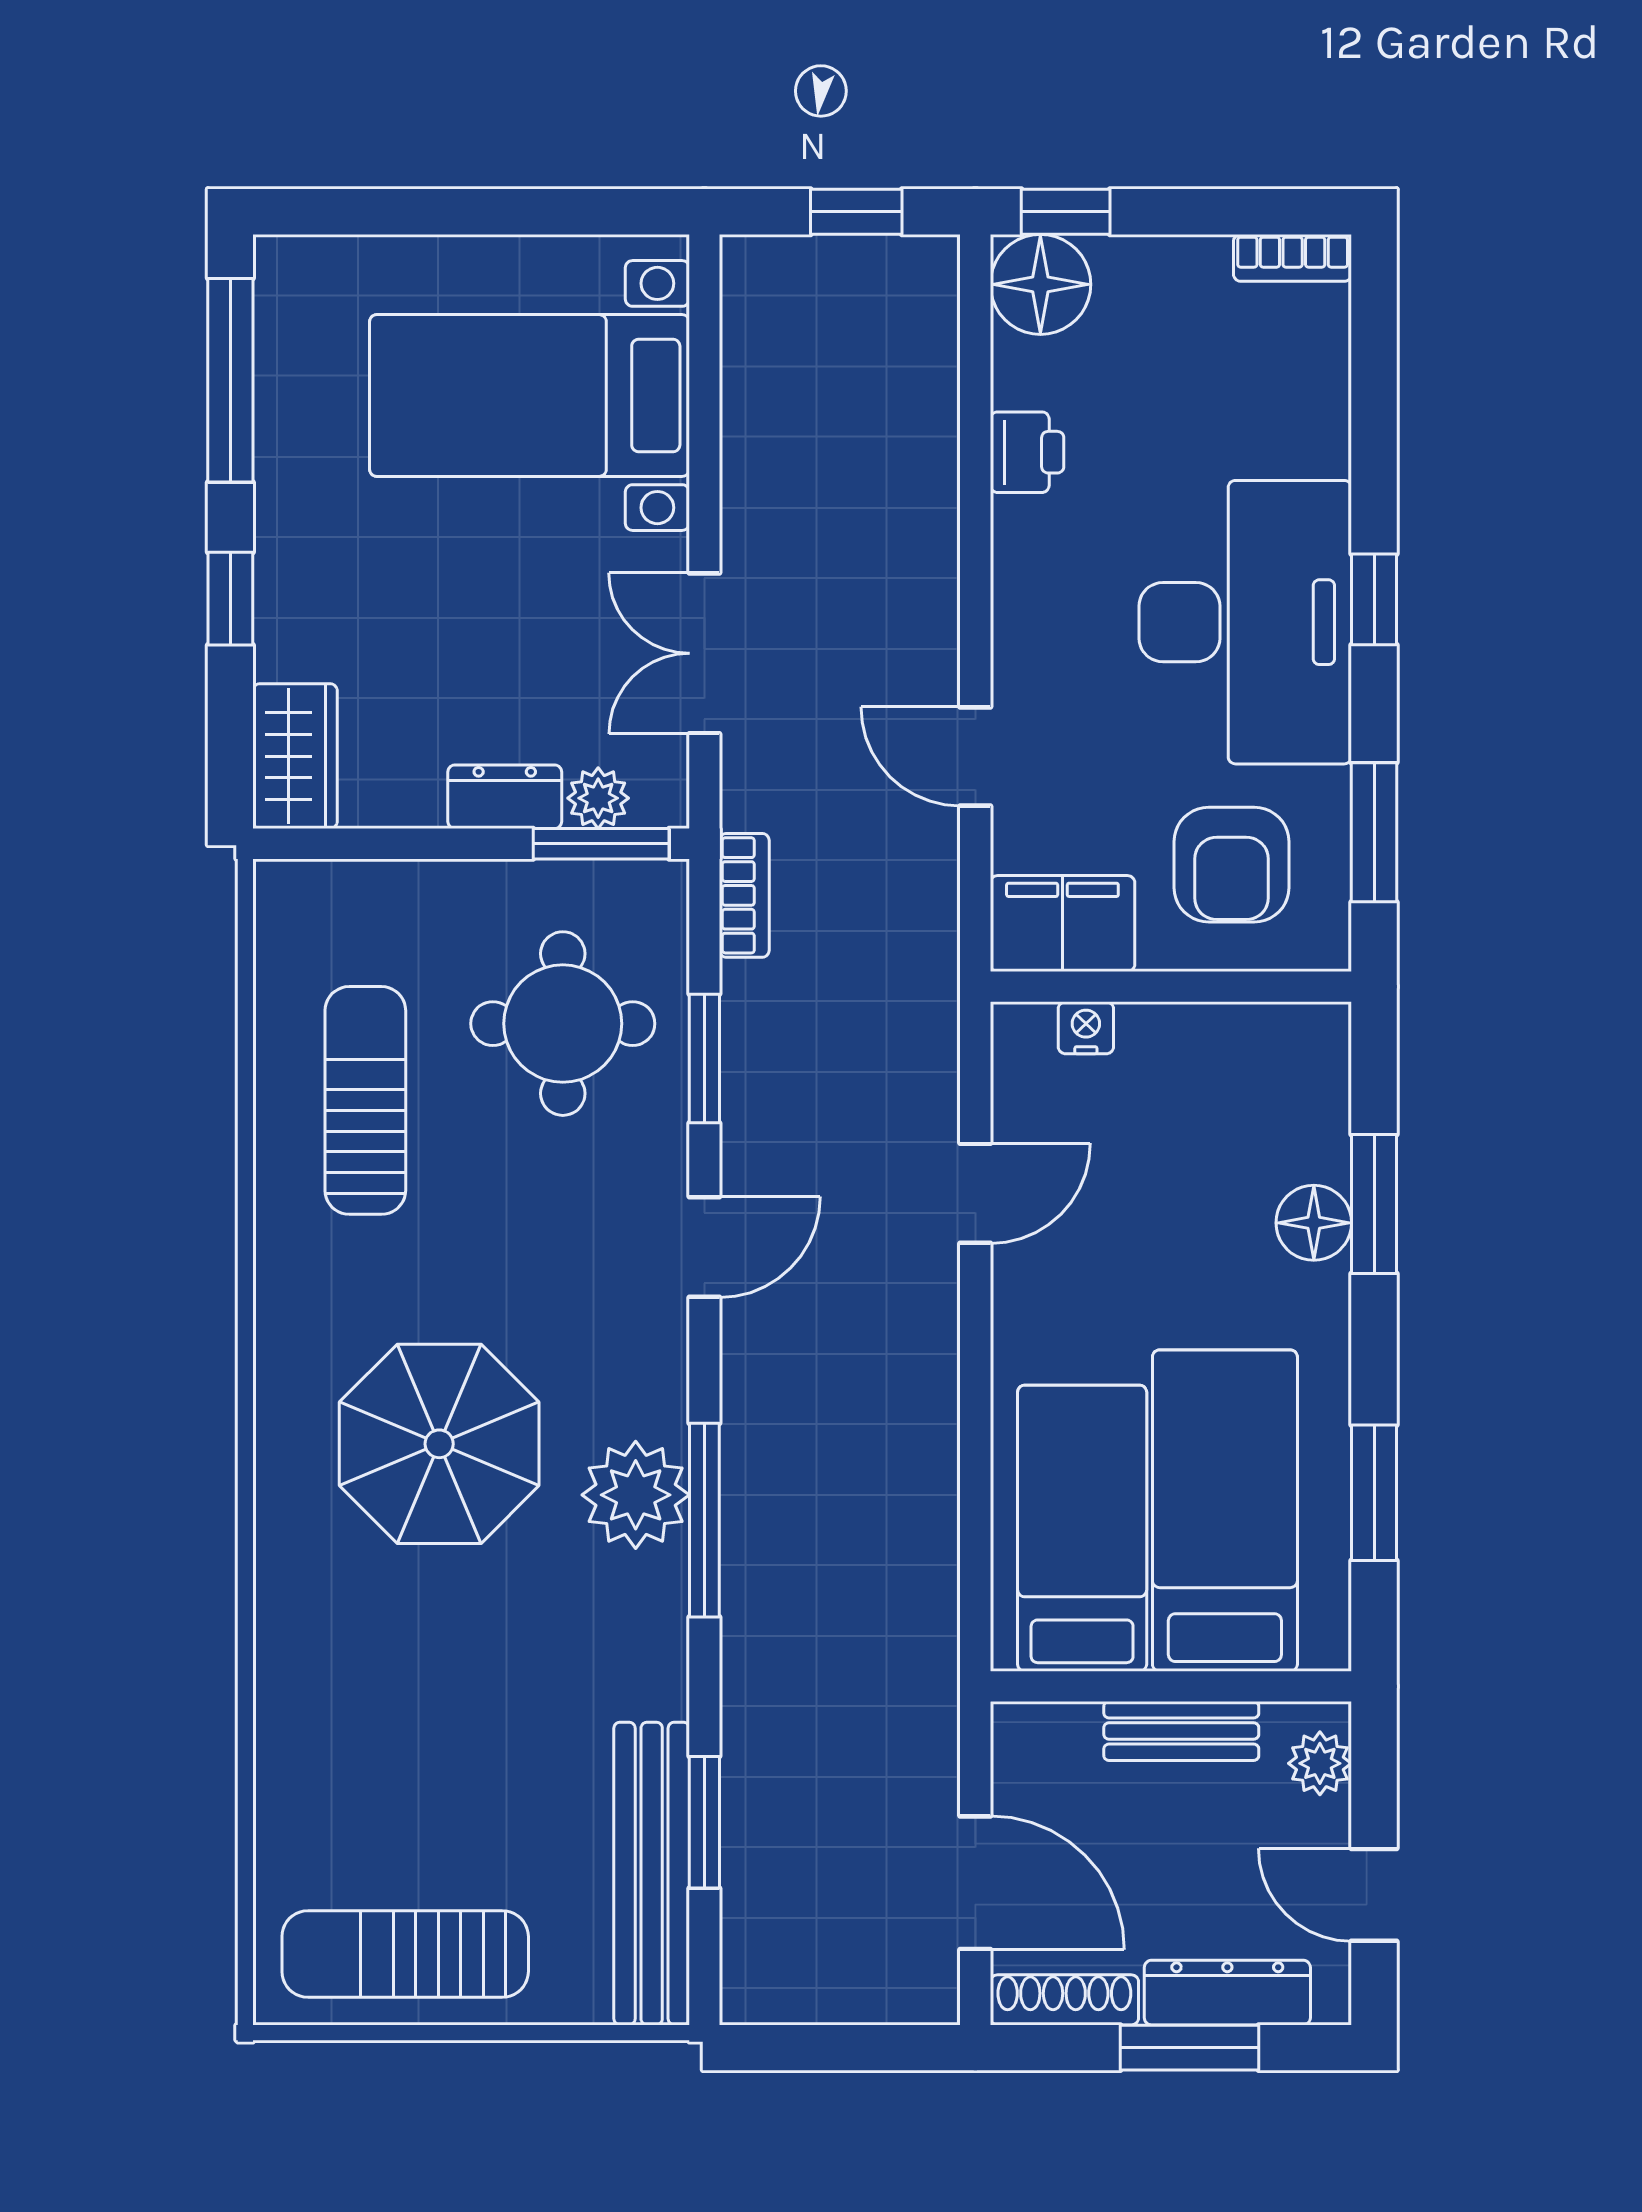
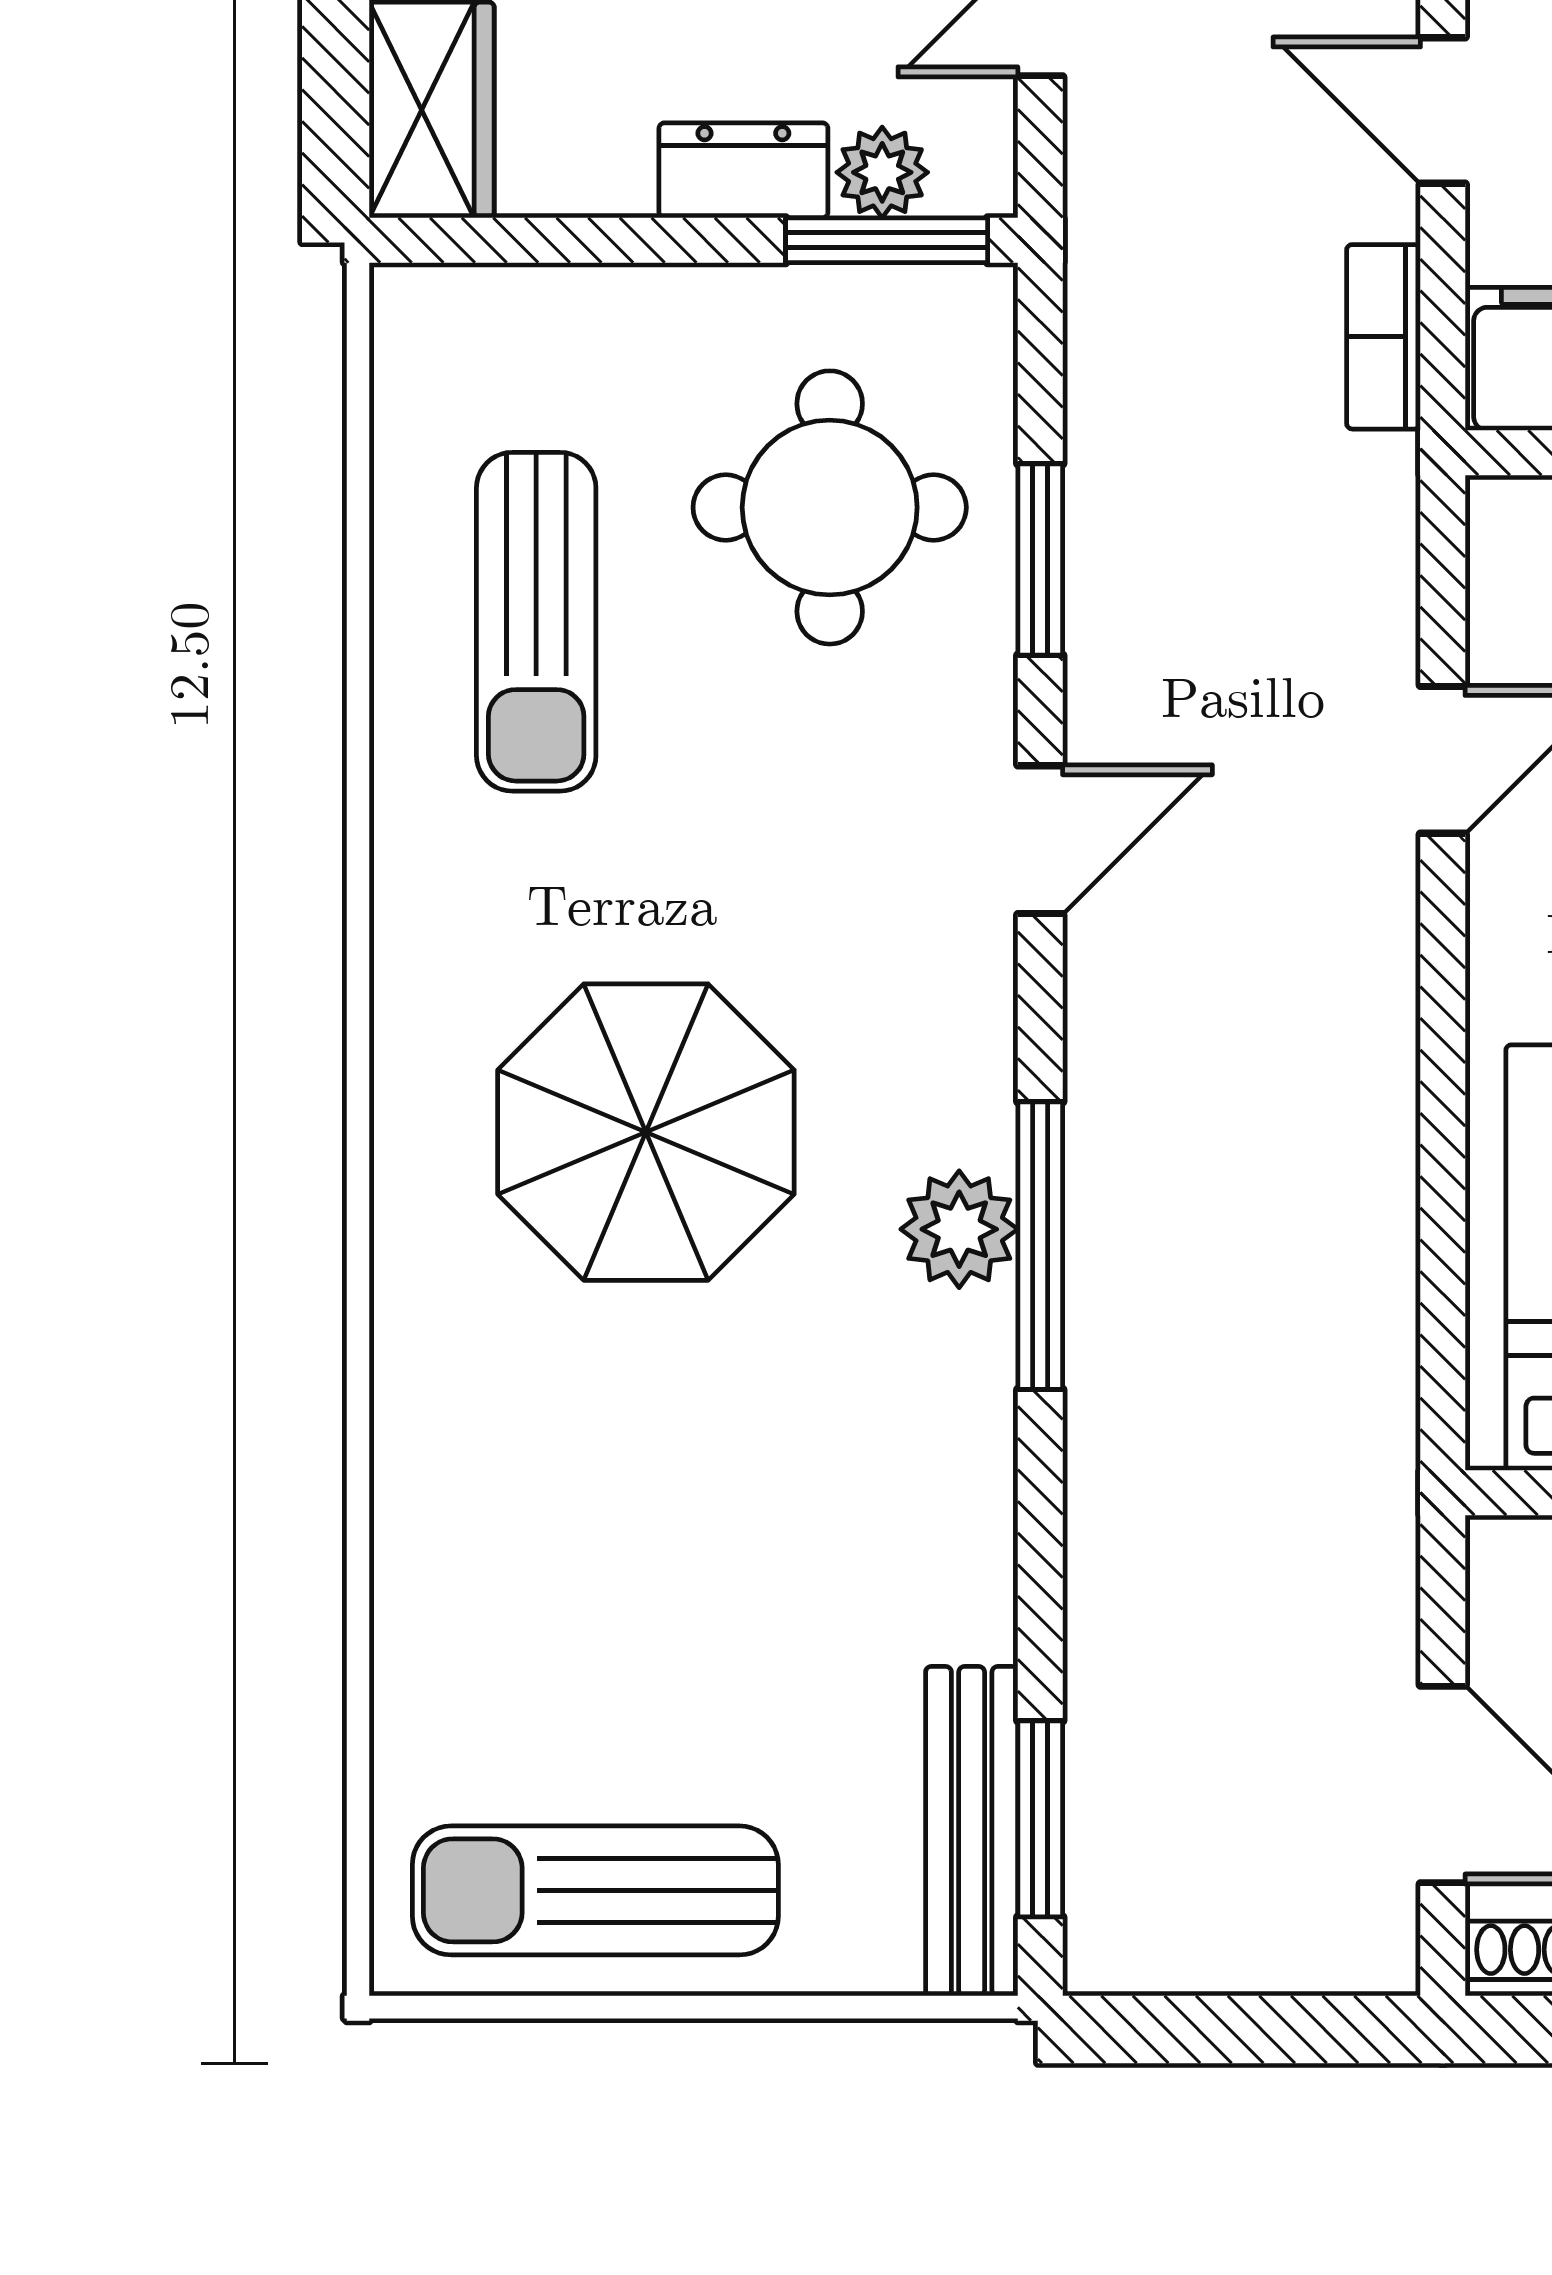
bookcase: (744, 895) -> (1383, 337), moved, turned 180
sun lounger: (365, 1100) -> (536, 622), turned 180
plant: (636, 1495) -> (959, 1229), width x0.73, depth x0.73
window: (704, 1822) -> (1040, 1819), moved
bench: (652, 1874) -> (972, 1831), width x0.73, depth x0.82

